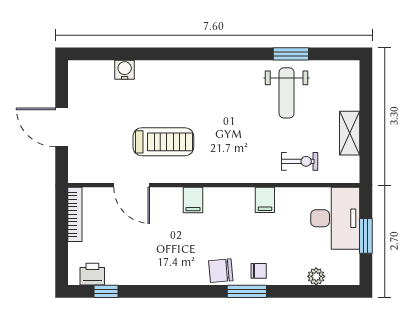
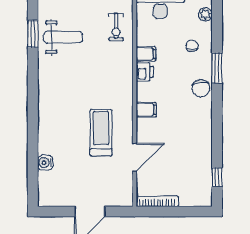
exercise bike: (300, 161) -> (116, 27), turned 180
chair: (259, 271) -> (192, 46), moved
printer: (92, 274) -> (145, 72), moved, turned 180

